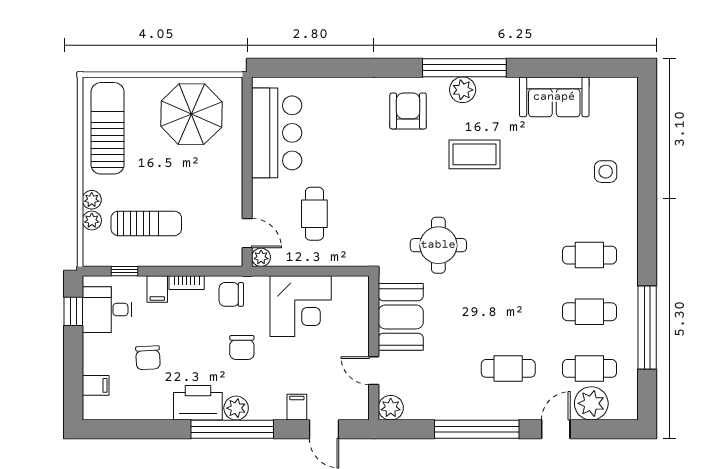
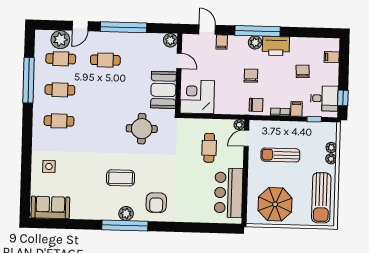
sofa: (554, 97) -> (50, 207), moved
sun lounger: (146, 223) -> (280, 155), moved
door: (247, 233) -> (246, 138), hinge flipped
corner desk: (301, 306) -> (197, 97), moved

